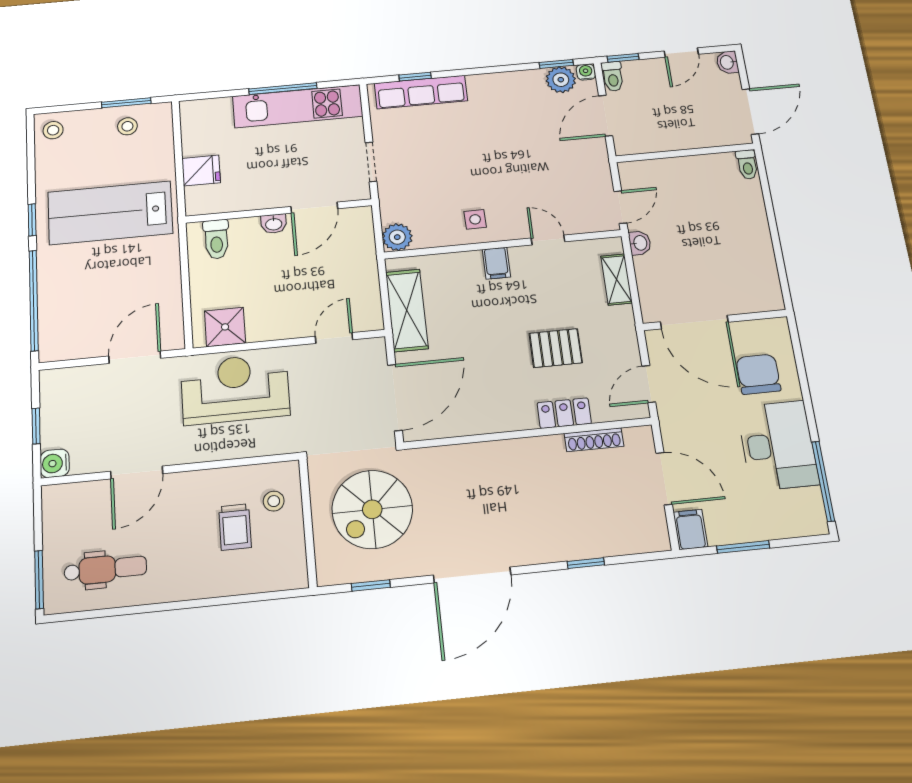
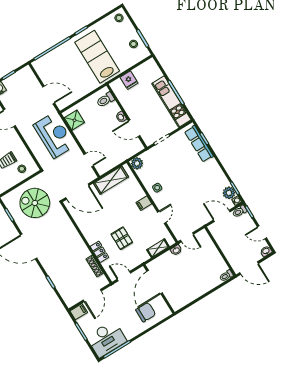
desk: (778, 446) -> (107, 339), moved

